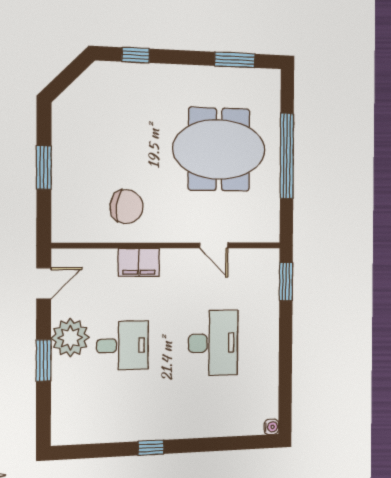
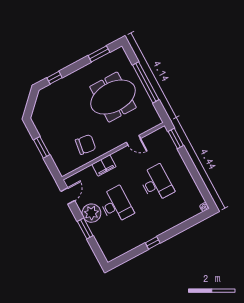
desk: (123, 345) -> (116, 205), width x1.37

